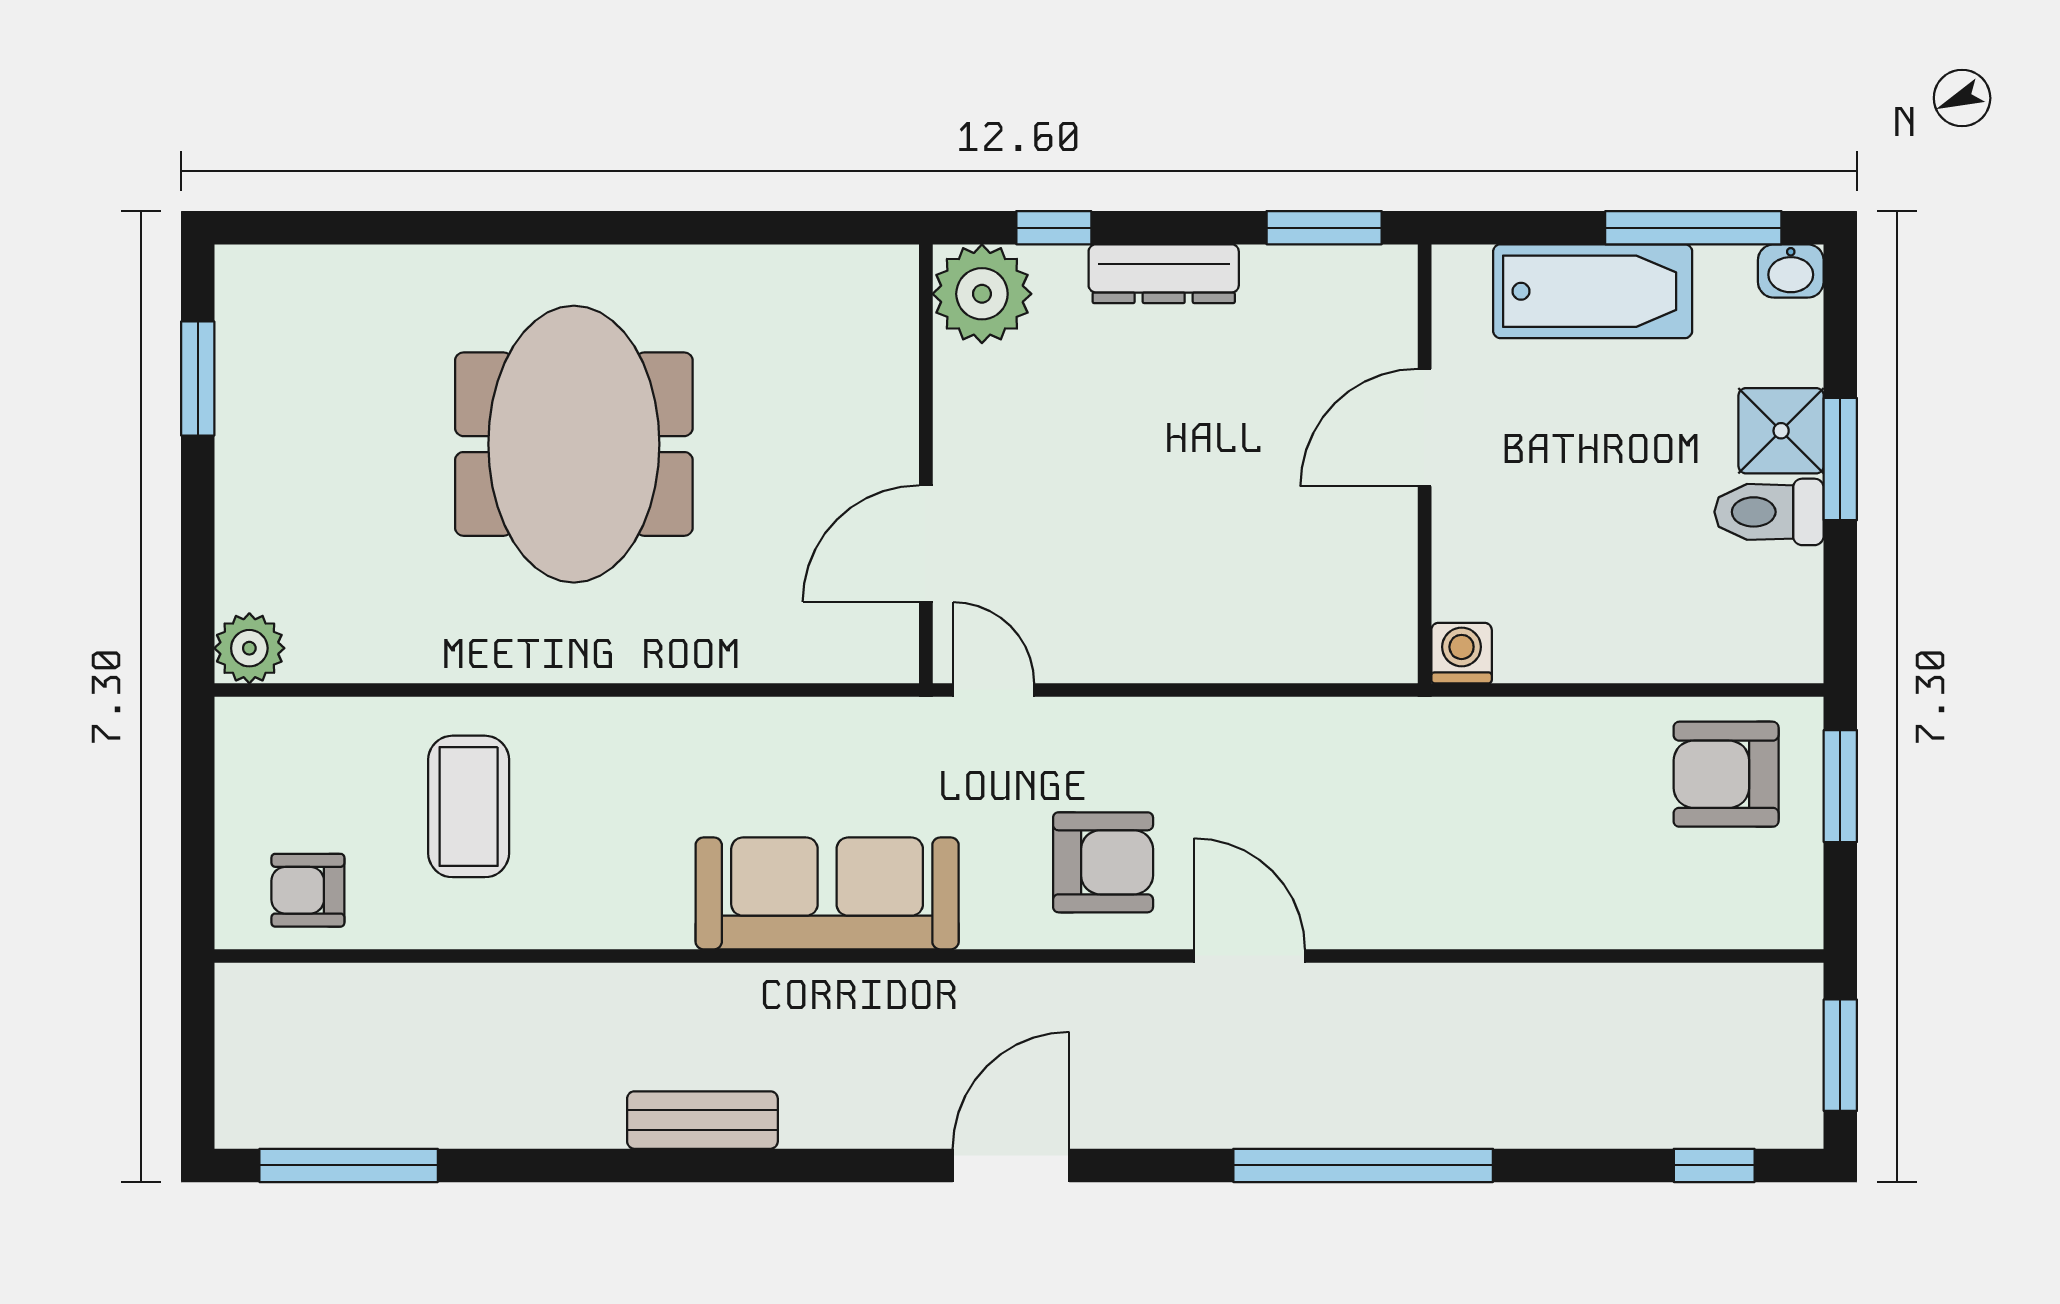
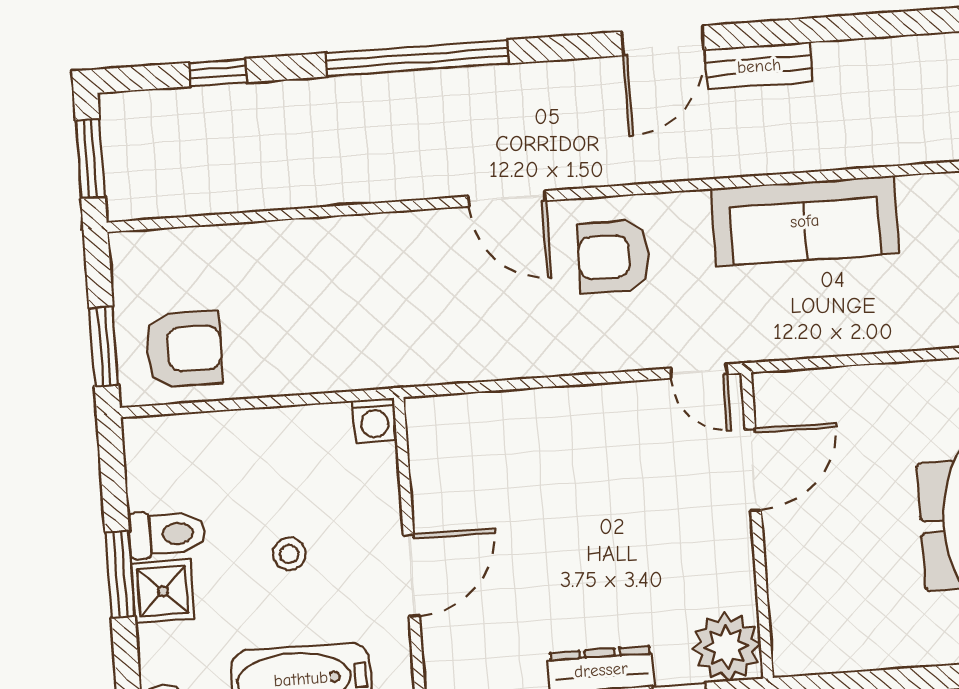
stool: (1597, 471) -> (289, 554), added
bench: (702, 1120) -> (759, 66), moved
window: (1714, 1165) -> (218, 73), moved

